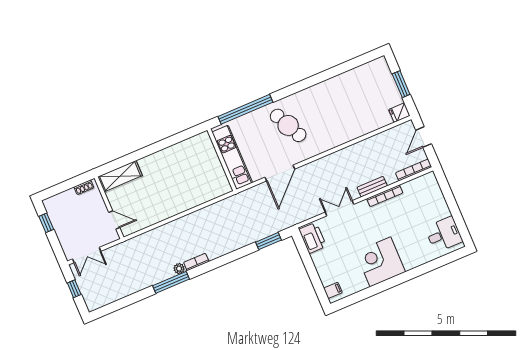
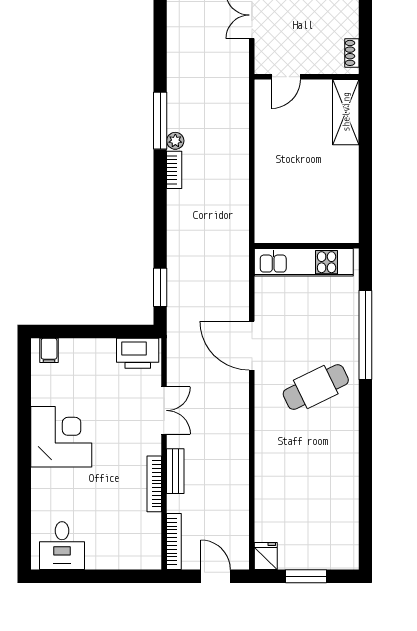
kitchen unit: (232, 157) -> (304, 262), moved
wall: (222, 160) -> (307, 246), moved

